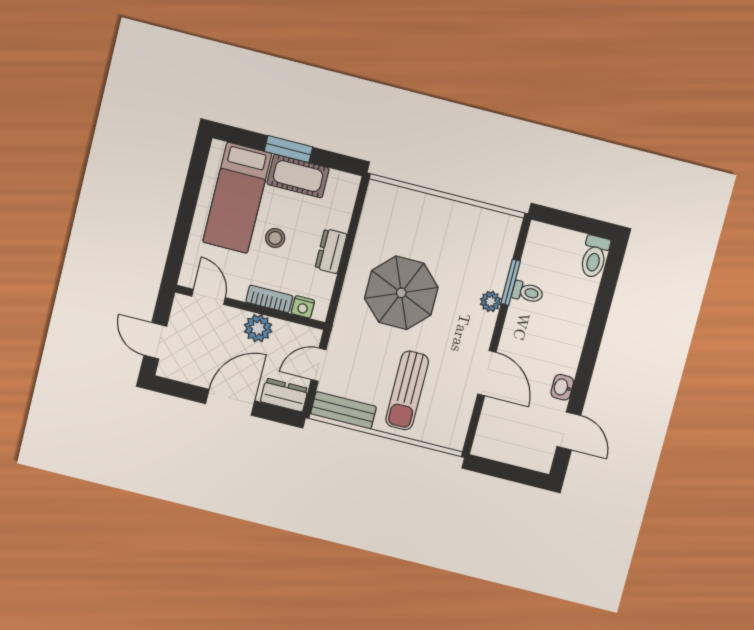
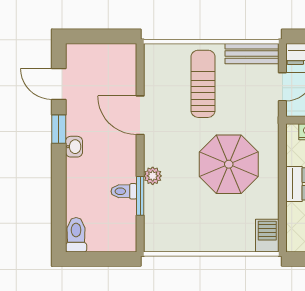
barbecue: (378, 201) -> (267, 236), added
window: (582, 381) -> (59, 129), added
washbasin: (562, 387) -> (74, 147), moved

